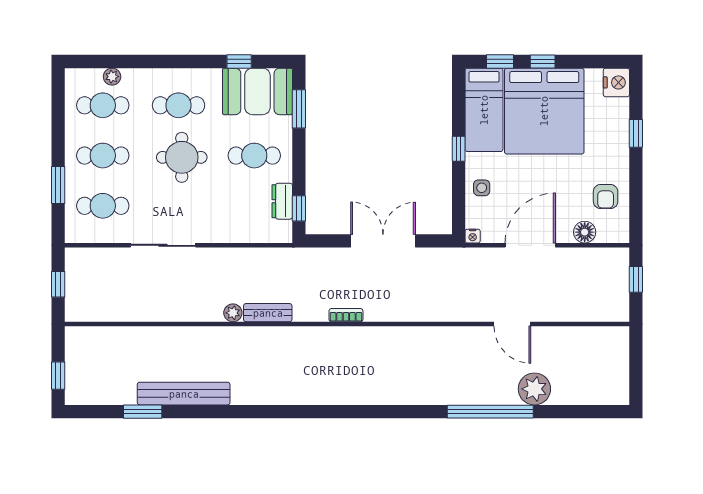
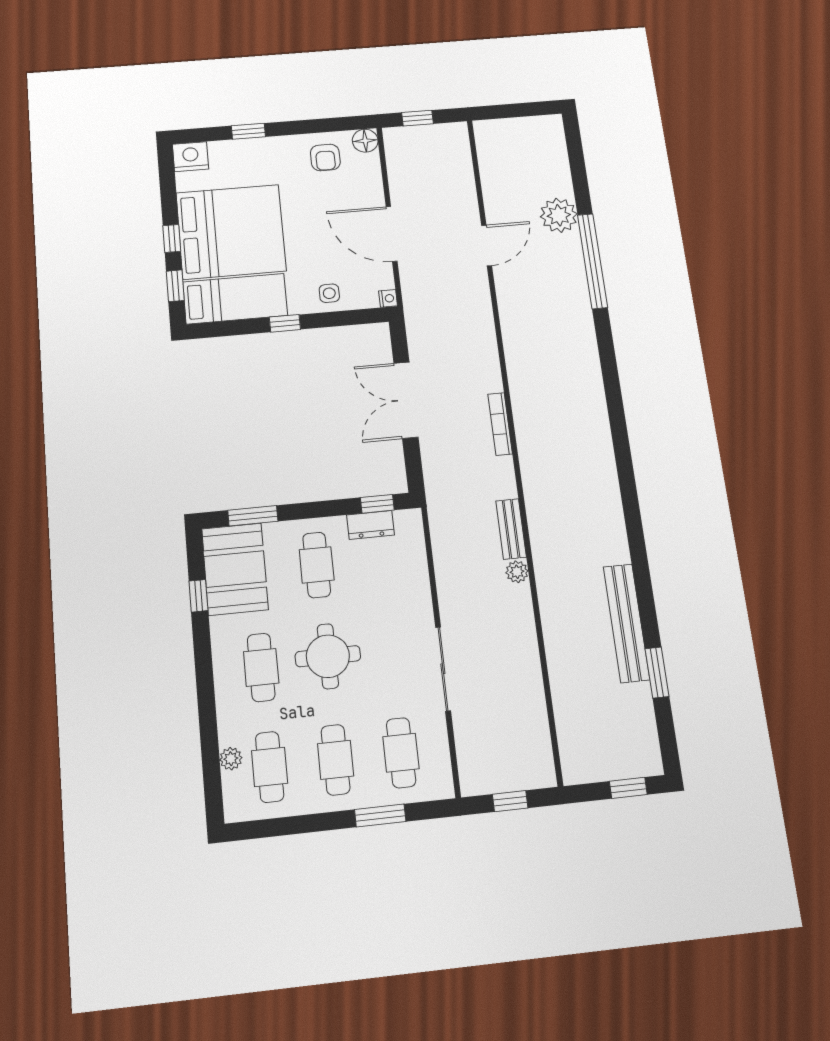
armchair: (606, 197) -> (325, 157), turned 90
floor lamp: (585, 232) -> (365, 141), moved
bookcase: (346, 315) -> (500, 424), width x1.56

